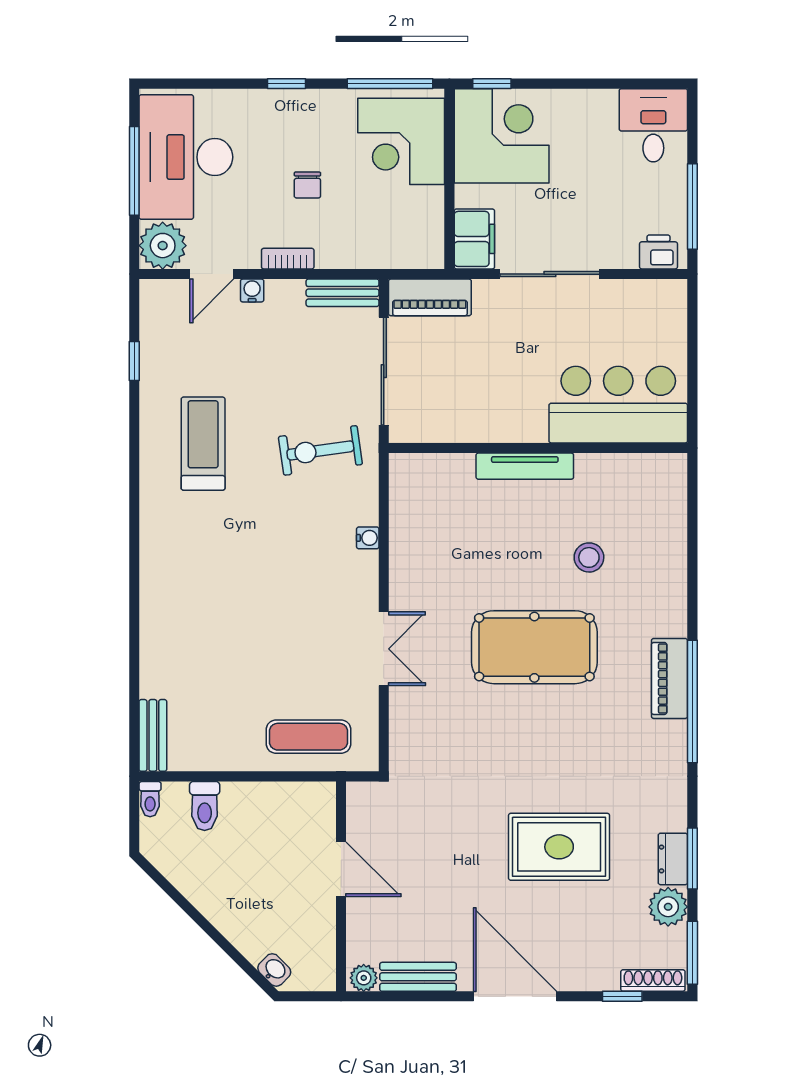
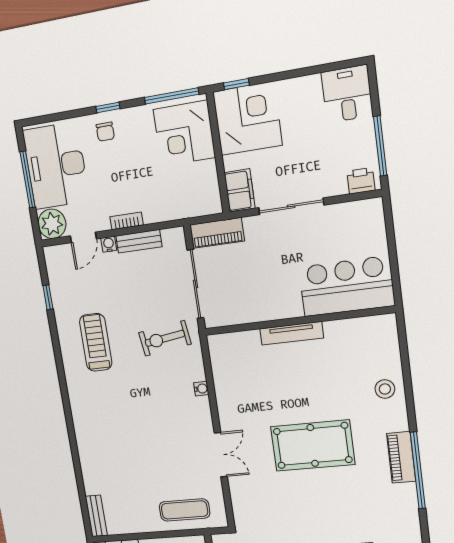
chair: (307, 185) -> (105, 132), moved
bench: (343, 293) -> (139, 241), moved
stool: (589, 557) -> (385, 389), moved

